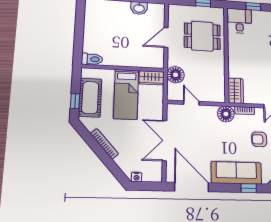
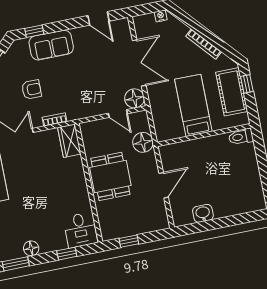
dining table: (202, 36) -> (110, 176), moved, turned 90
wardrobe: (151, 78) -> (169, 132), removed
floor lamp: (226, 114) -> (134, 98), moved
sofa: (236, 173) -> (51, 45), width x0.73
door: (192, 187) -> (98, 18), width x0.53

